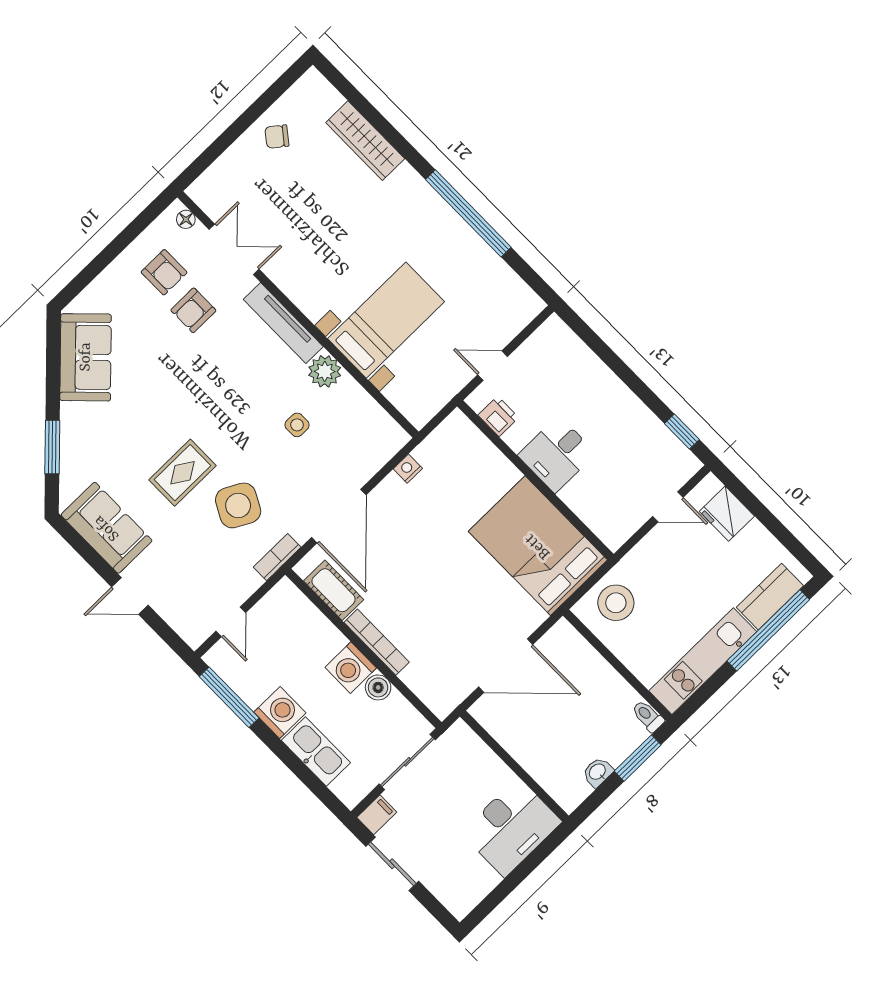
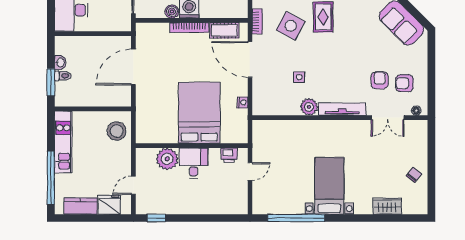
wardrobe: (365, 141) -> (387, 206), width x0.67
window: (468, 213) -> (296, 218), moved
bed with nightstands: (386, 320) -> (329, 186), moved, turned 180
plant: (586, 496) -> (167, 159), added
bed: (538, 546) -> (199, 113), moved, turned -90
kitchen counter: (770, 597) -> (81, 206), moved, turned -90
toilet: (648, 716) -> (63, 76), moved

